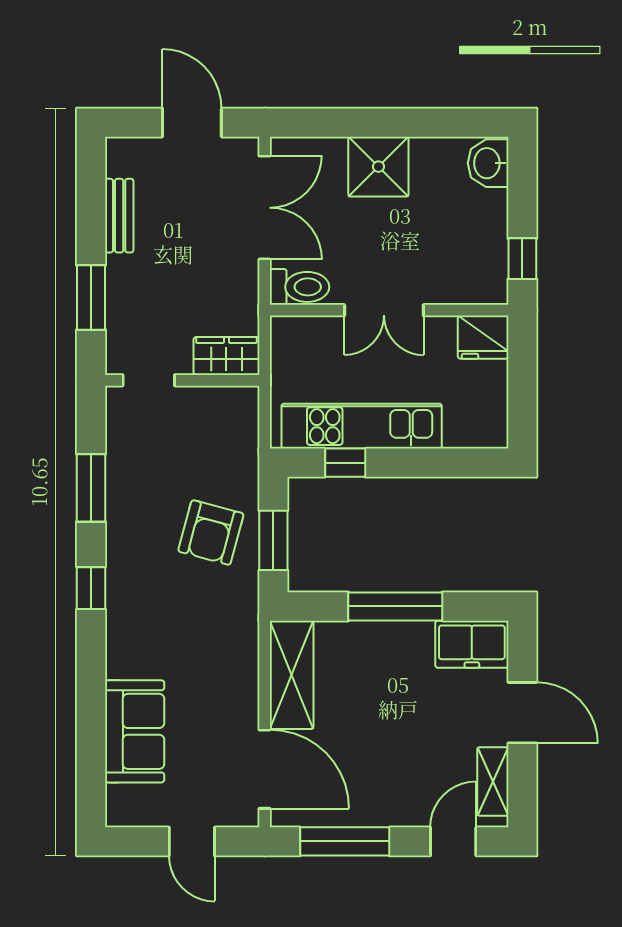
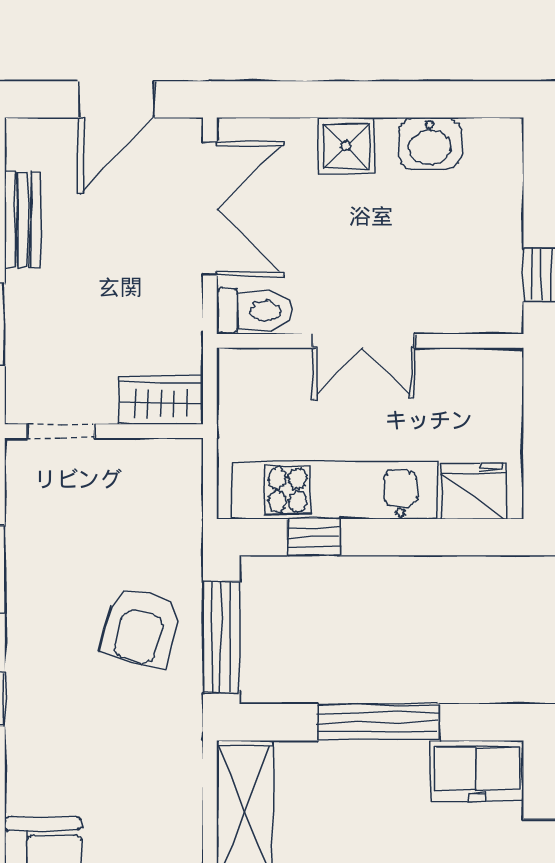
door: (192, 123) -> (116, 99), swing flipped
washbasin: (488, 163) -> (430, 144), moved, turned -90
shower: (378, 167) -> (346, 146), width x0.73, depth x0.73
fridge: (483, 337) -> (474, 491), moved, turned 180
window: (273, 540) -> (221, 637), width x1.44

